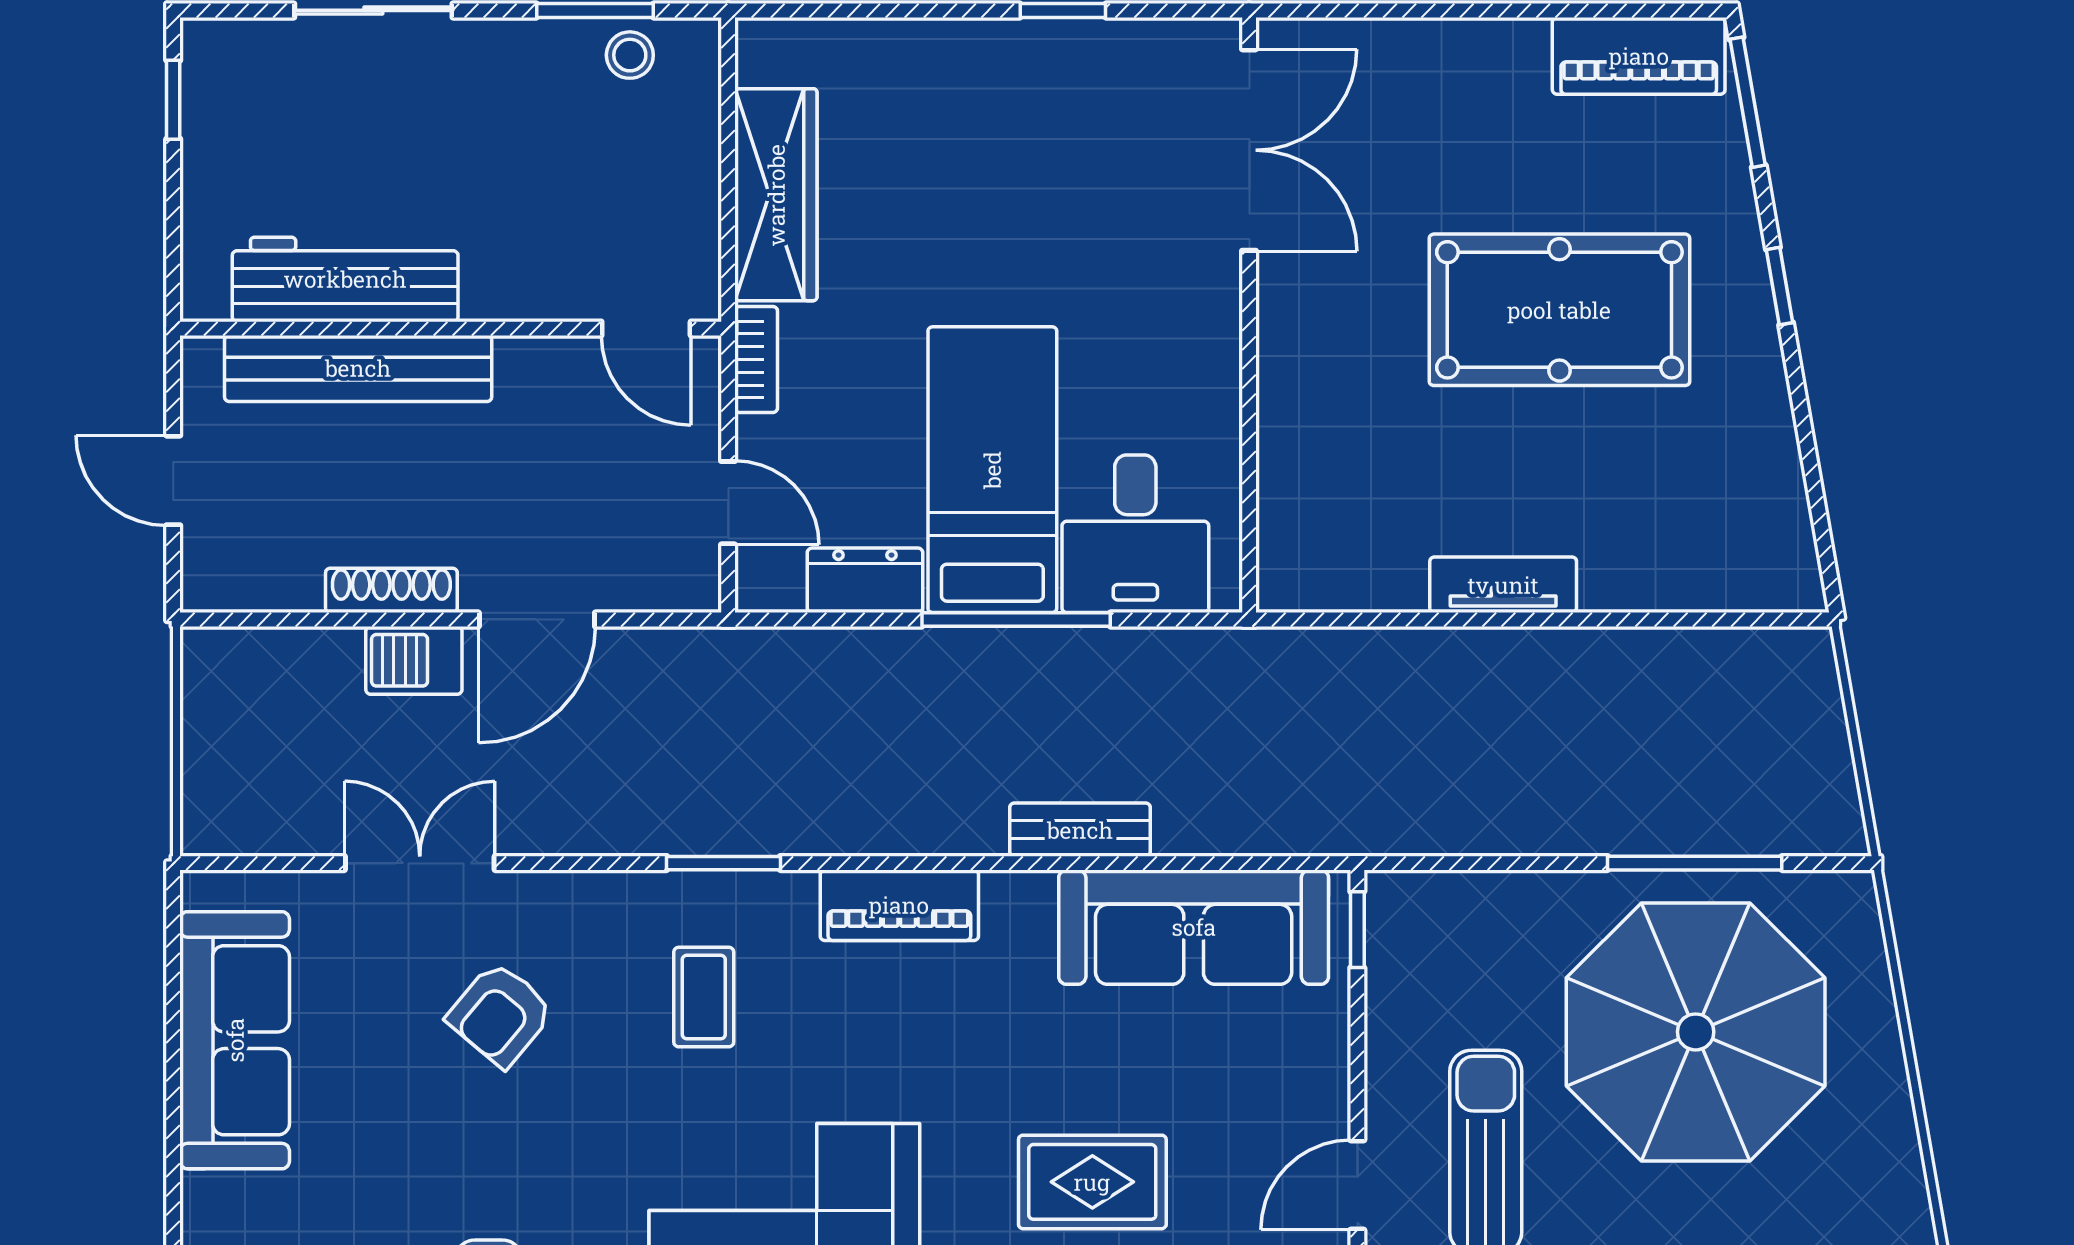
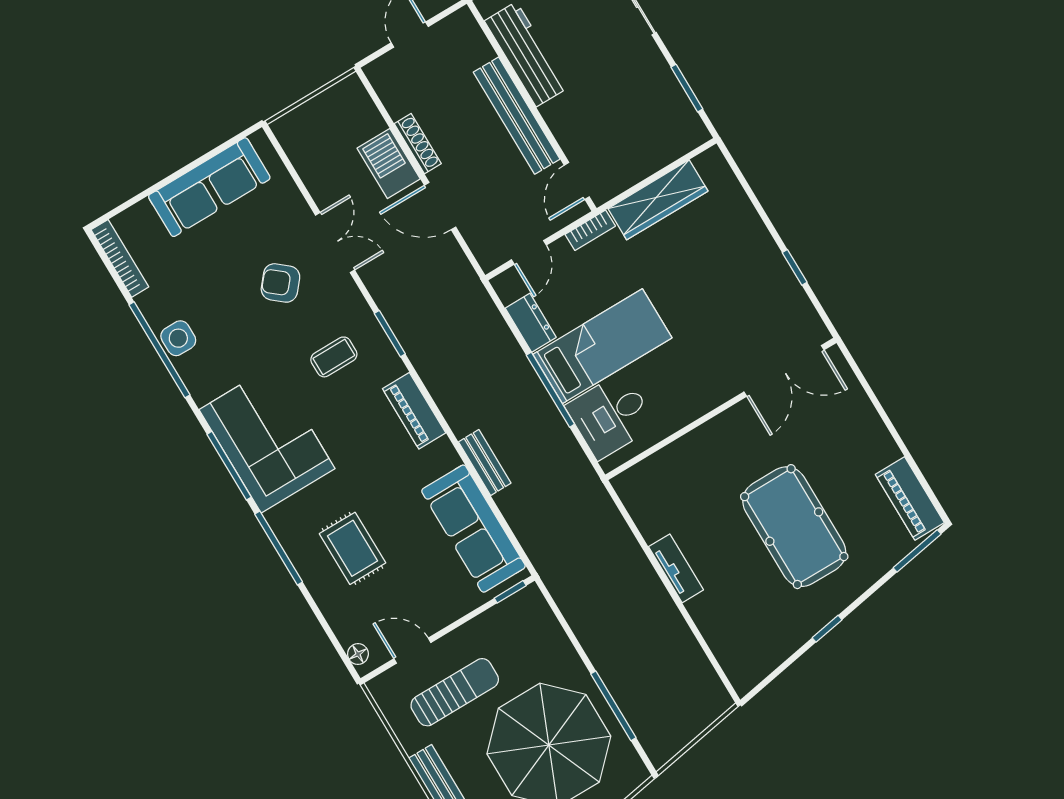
stool: (630, 55) -> (678, 112), removed
window: (1780, 286) -> (827, 629), moved
bench: (358, 368) -> (517, 116), moved
barbecue: (414, 660) -> (389, 163), width x1.38, depth x1.27
double door: (420, 863) -> (335, 243), moved

